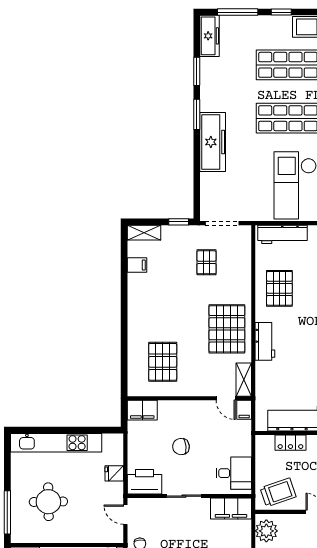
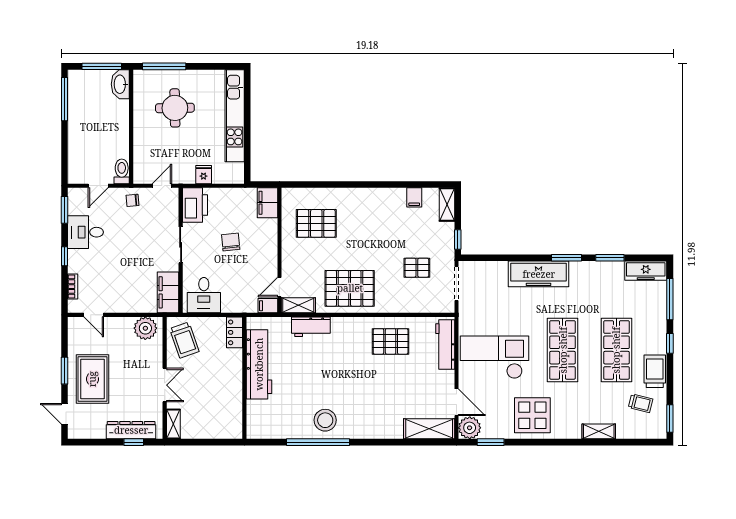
workbench: (265, 341) -> (311, 327), moved
locker: (290, 443) -> (235, 332), moved

